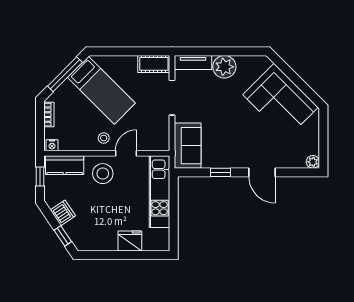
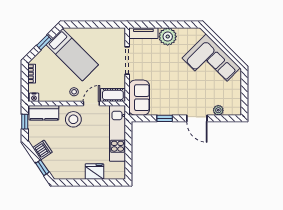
cot: (154, 64) -> (113, 95), moved
window: (65, 74) -> (44, 42), width x0.46
plant: (313, 162) -> (218, 110), moved

